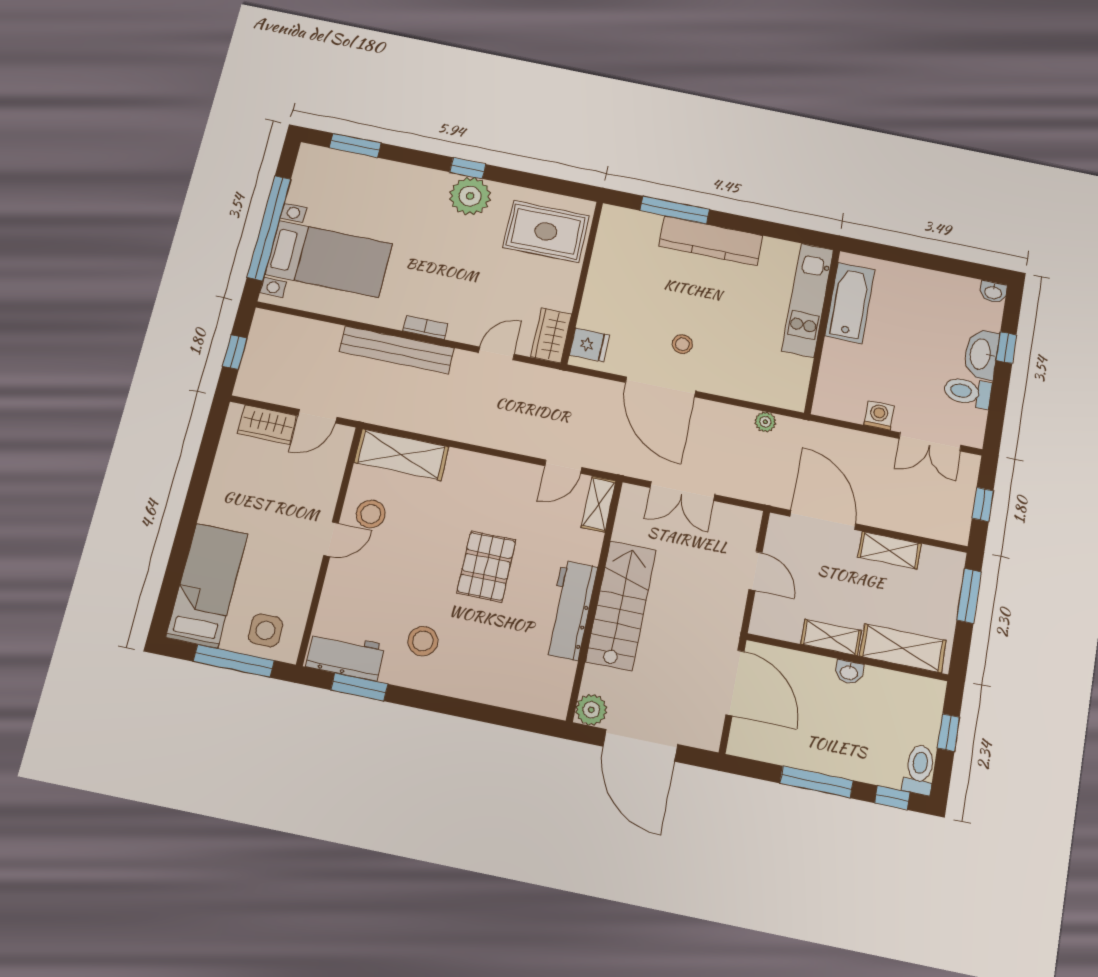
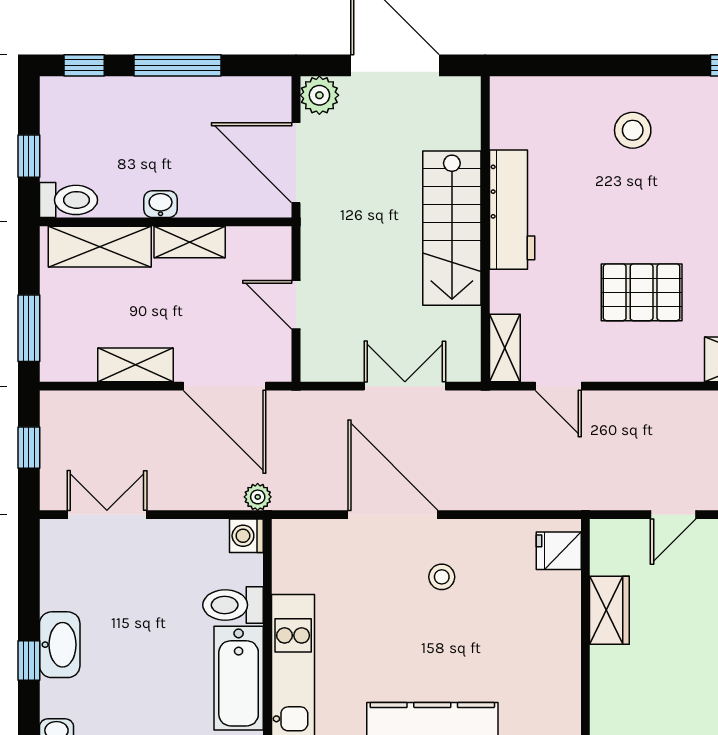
rug: (546, 231) -> (646, 691), removed
wardrobe: (551, 335) -> (609, 610), moved
door: (660, 387) -> (393, 515), moved
toilet: (967, 392) -> (233, 605), moved, turned 180
washing machine: (879, 415) -> (246, 536), moved, turned 90
plant: (765, 422) -> (258, 497), moved
door: (563, 467) -> (558, 386), swing flipped
pallet: (486, 566) -> (642, 292), moved, turned 90
stool: (423, 641) -> (633, 130), moved
plant: (591, 710) -> (319, 95), moved
toilet: (919, 770) -> (68, 200), moved, turned -90

